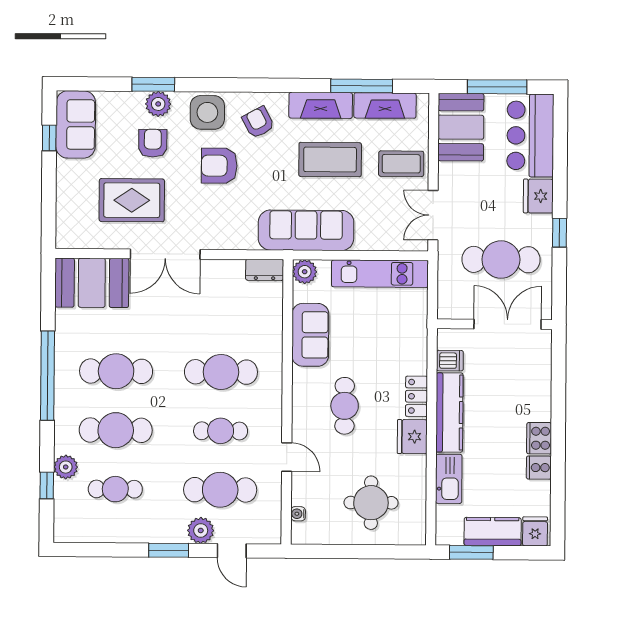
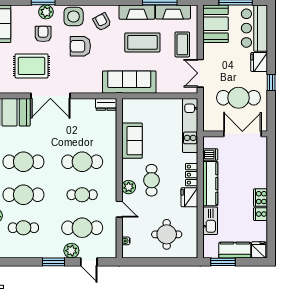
coffee table: (401, 164) -> (182, 44), turned 90
plant: (305, 272) -> (129, 187), moved
kitchen unit: (380, 274) -> (190, 125), moved, turned 90

